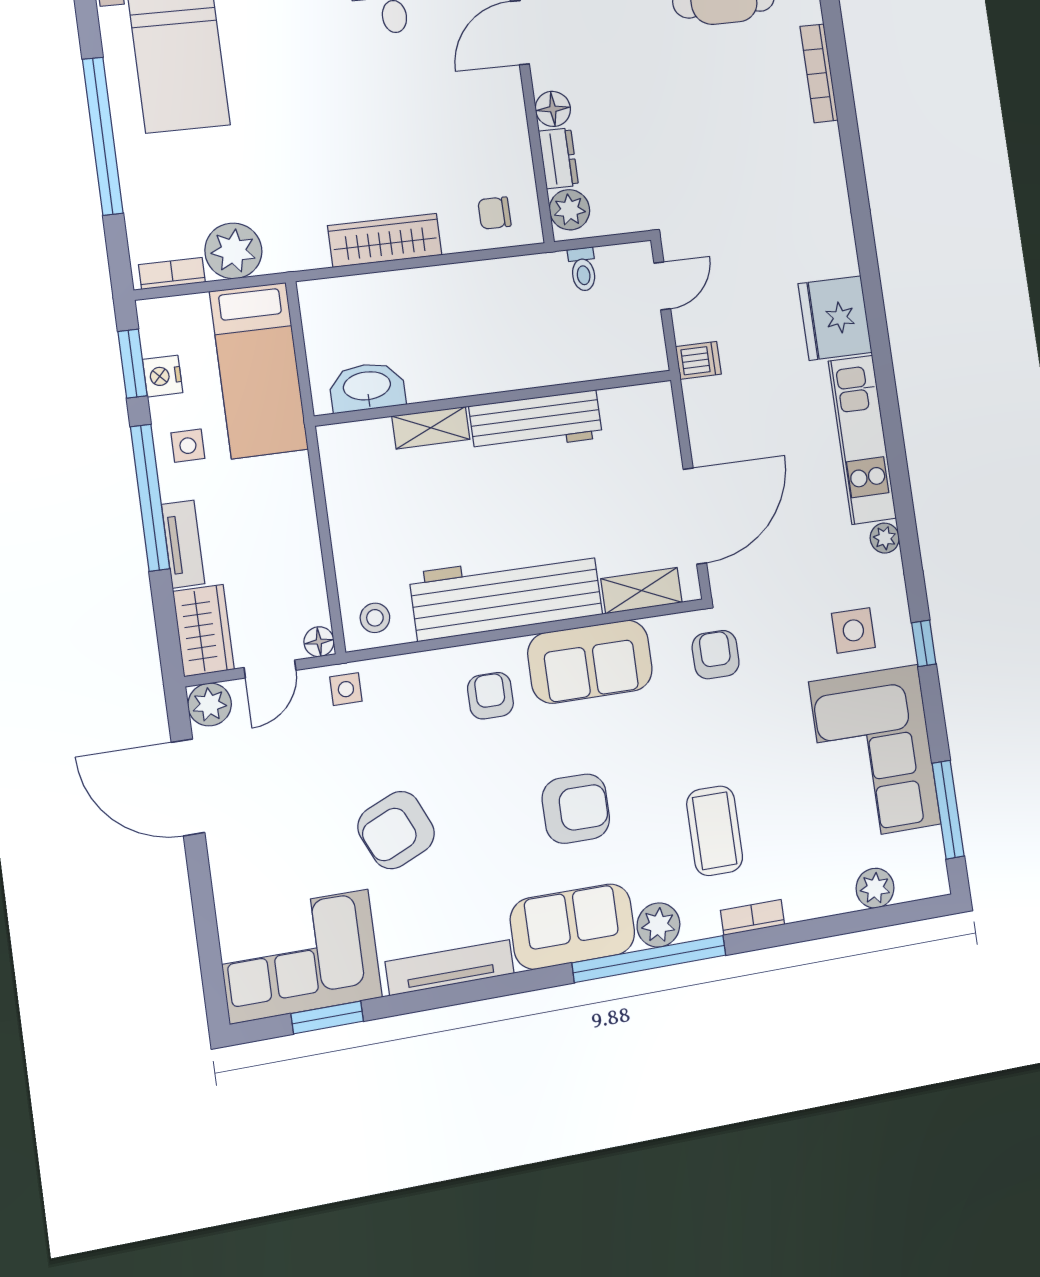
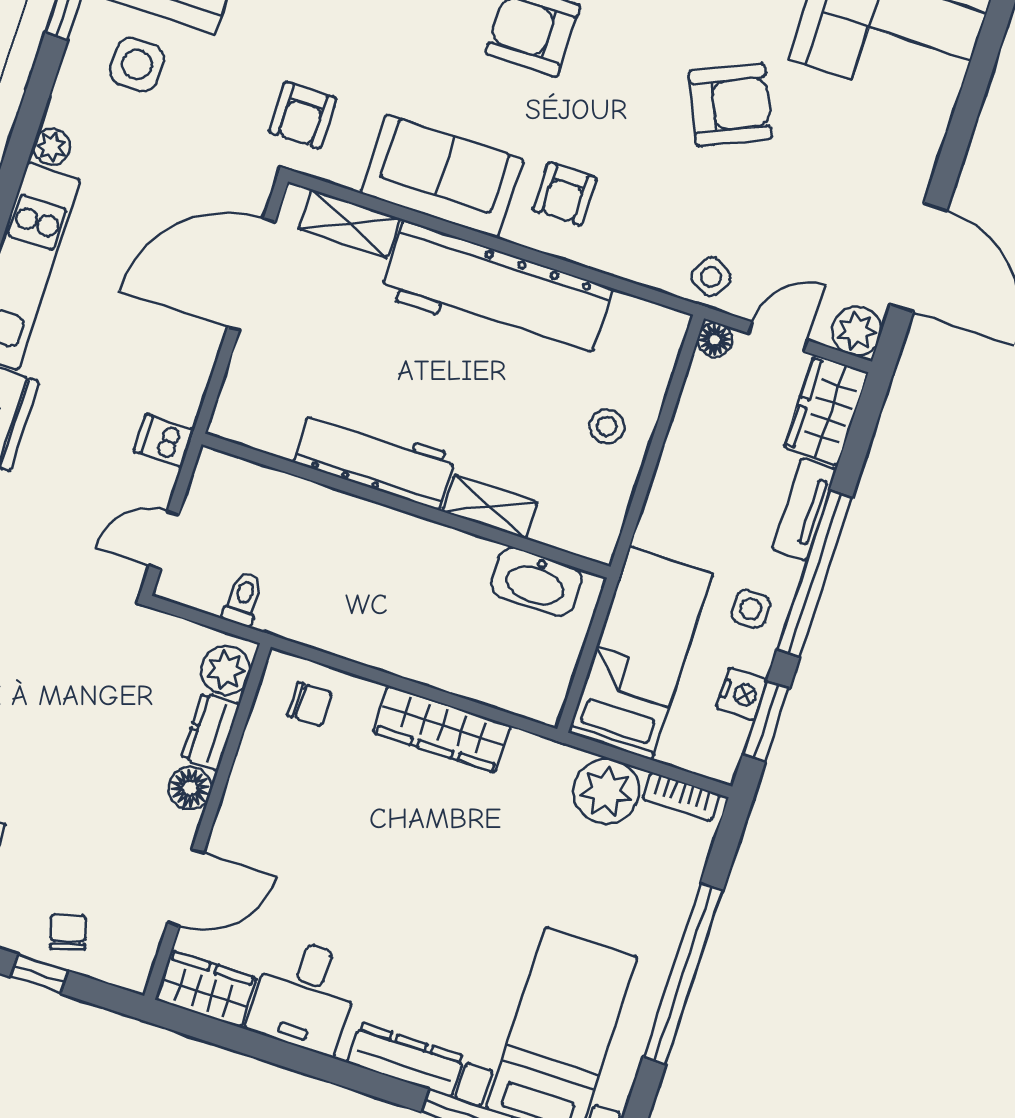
stool: (375, 618) -> (607, 426), moved
side table: (346, 689) -> (711, 277), turned 30

